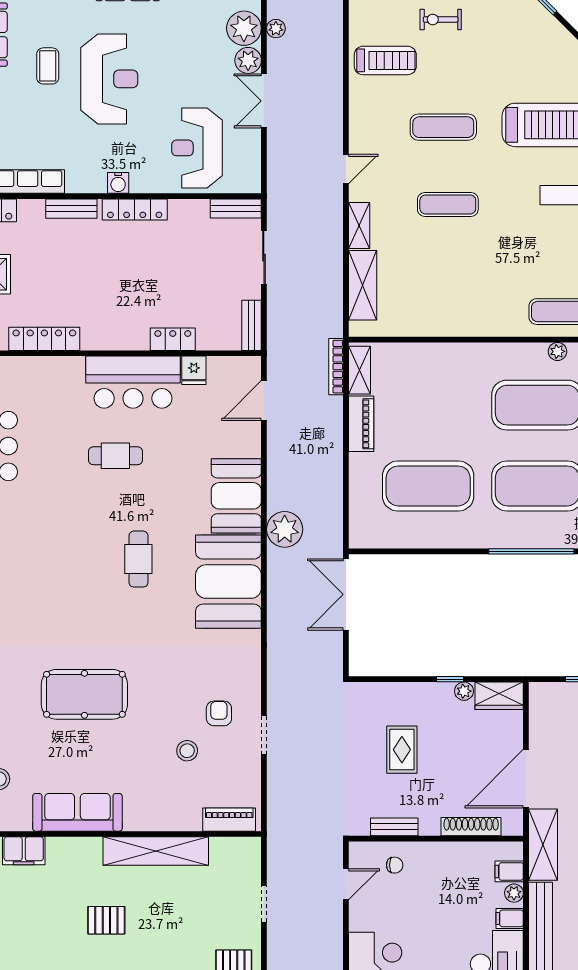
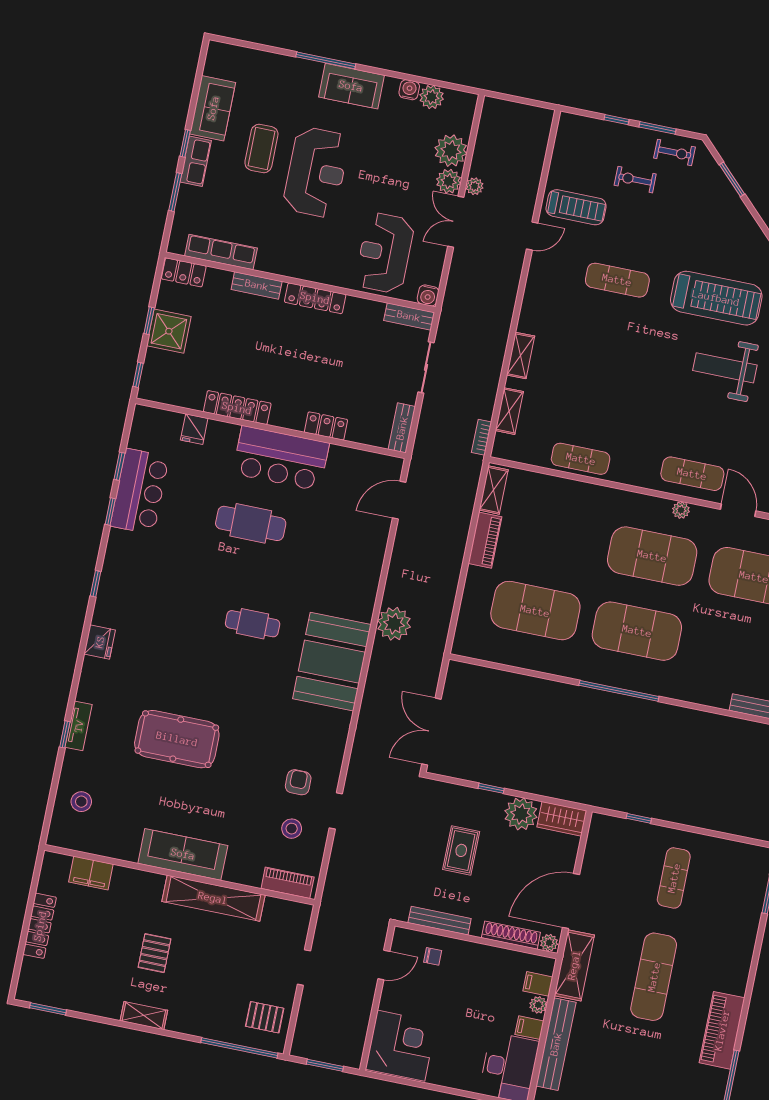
plant: (276, 29) -> (475, 186), moved
coffee table: (48, 66) -> (261, 148), width x1.36, depth x1.30
door: (346, 169) -> (532, 236), moved
water cooler: (118, 183) -> (428, 295), moved
exercise mat: (448, 204) -> (581, 459), moved
shelving: (363, 285) -> (509, 411), width x0.67, depth x0.75
locker: (44, 339) -> (237, 408), moved
bookcase: (336, 367) -> (482, 437), moved, width x0.64
fridge: (194, 370) -> (194, 429), moved
cafe table: (115, 456) -> (251, 523), width x1.37, depth x1.35
booth: (236, 496) -> (355, 583), removed
cafe table: (138, 559) -> (253, 624), turned 90
double door: (346, 594) -> (431, 732), moved
window: (450, 679) -> (491, 788), moved
plant: (464, 691) -> (521, 814), width x1.87, depth x1.87
stool: (187, 751) -> (292, 829), moved
sofa: (77, 812) -> (183, 854), moved
bench: (394, 827) -> (440, 921), width x1.36
plant: (512, 827) -> (549, 943), added
pallet: (106, 920) -> (154, 953), turned 90

